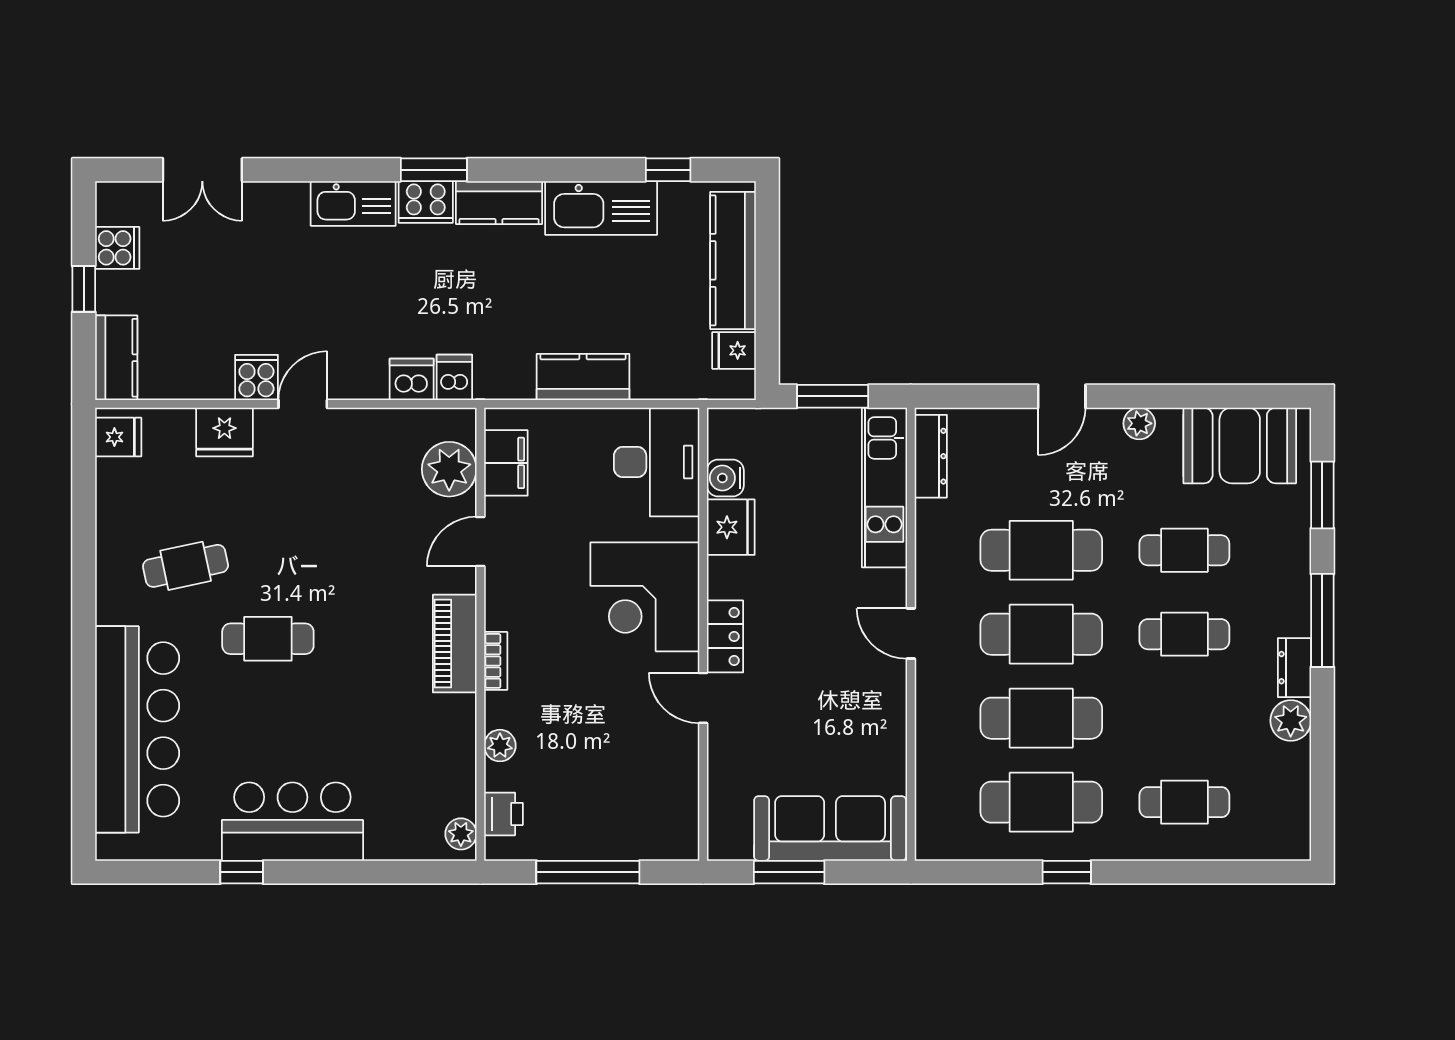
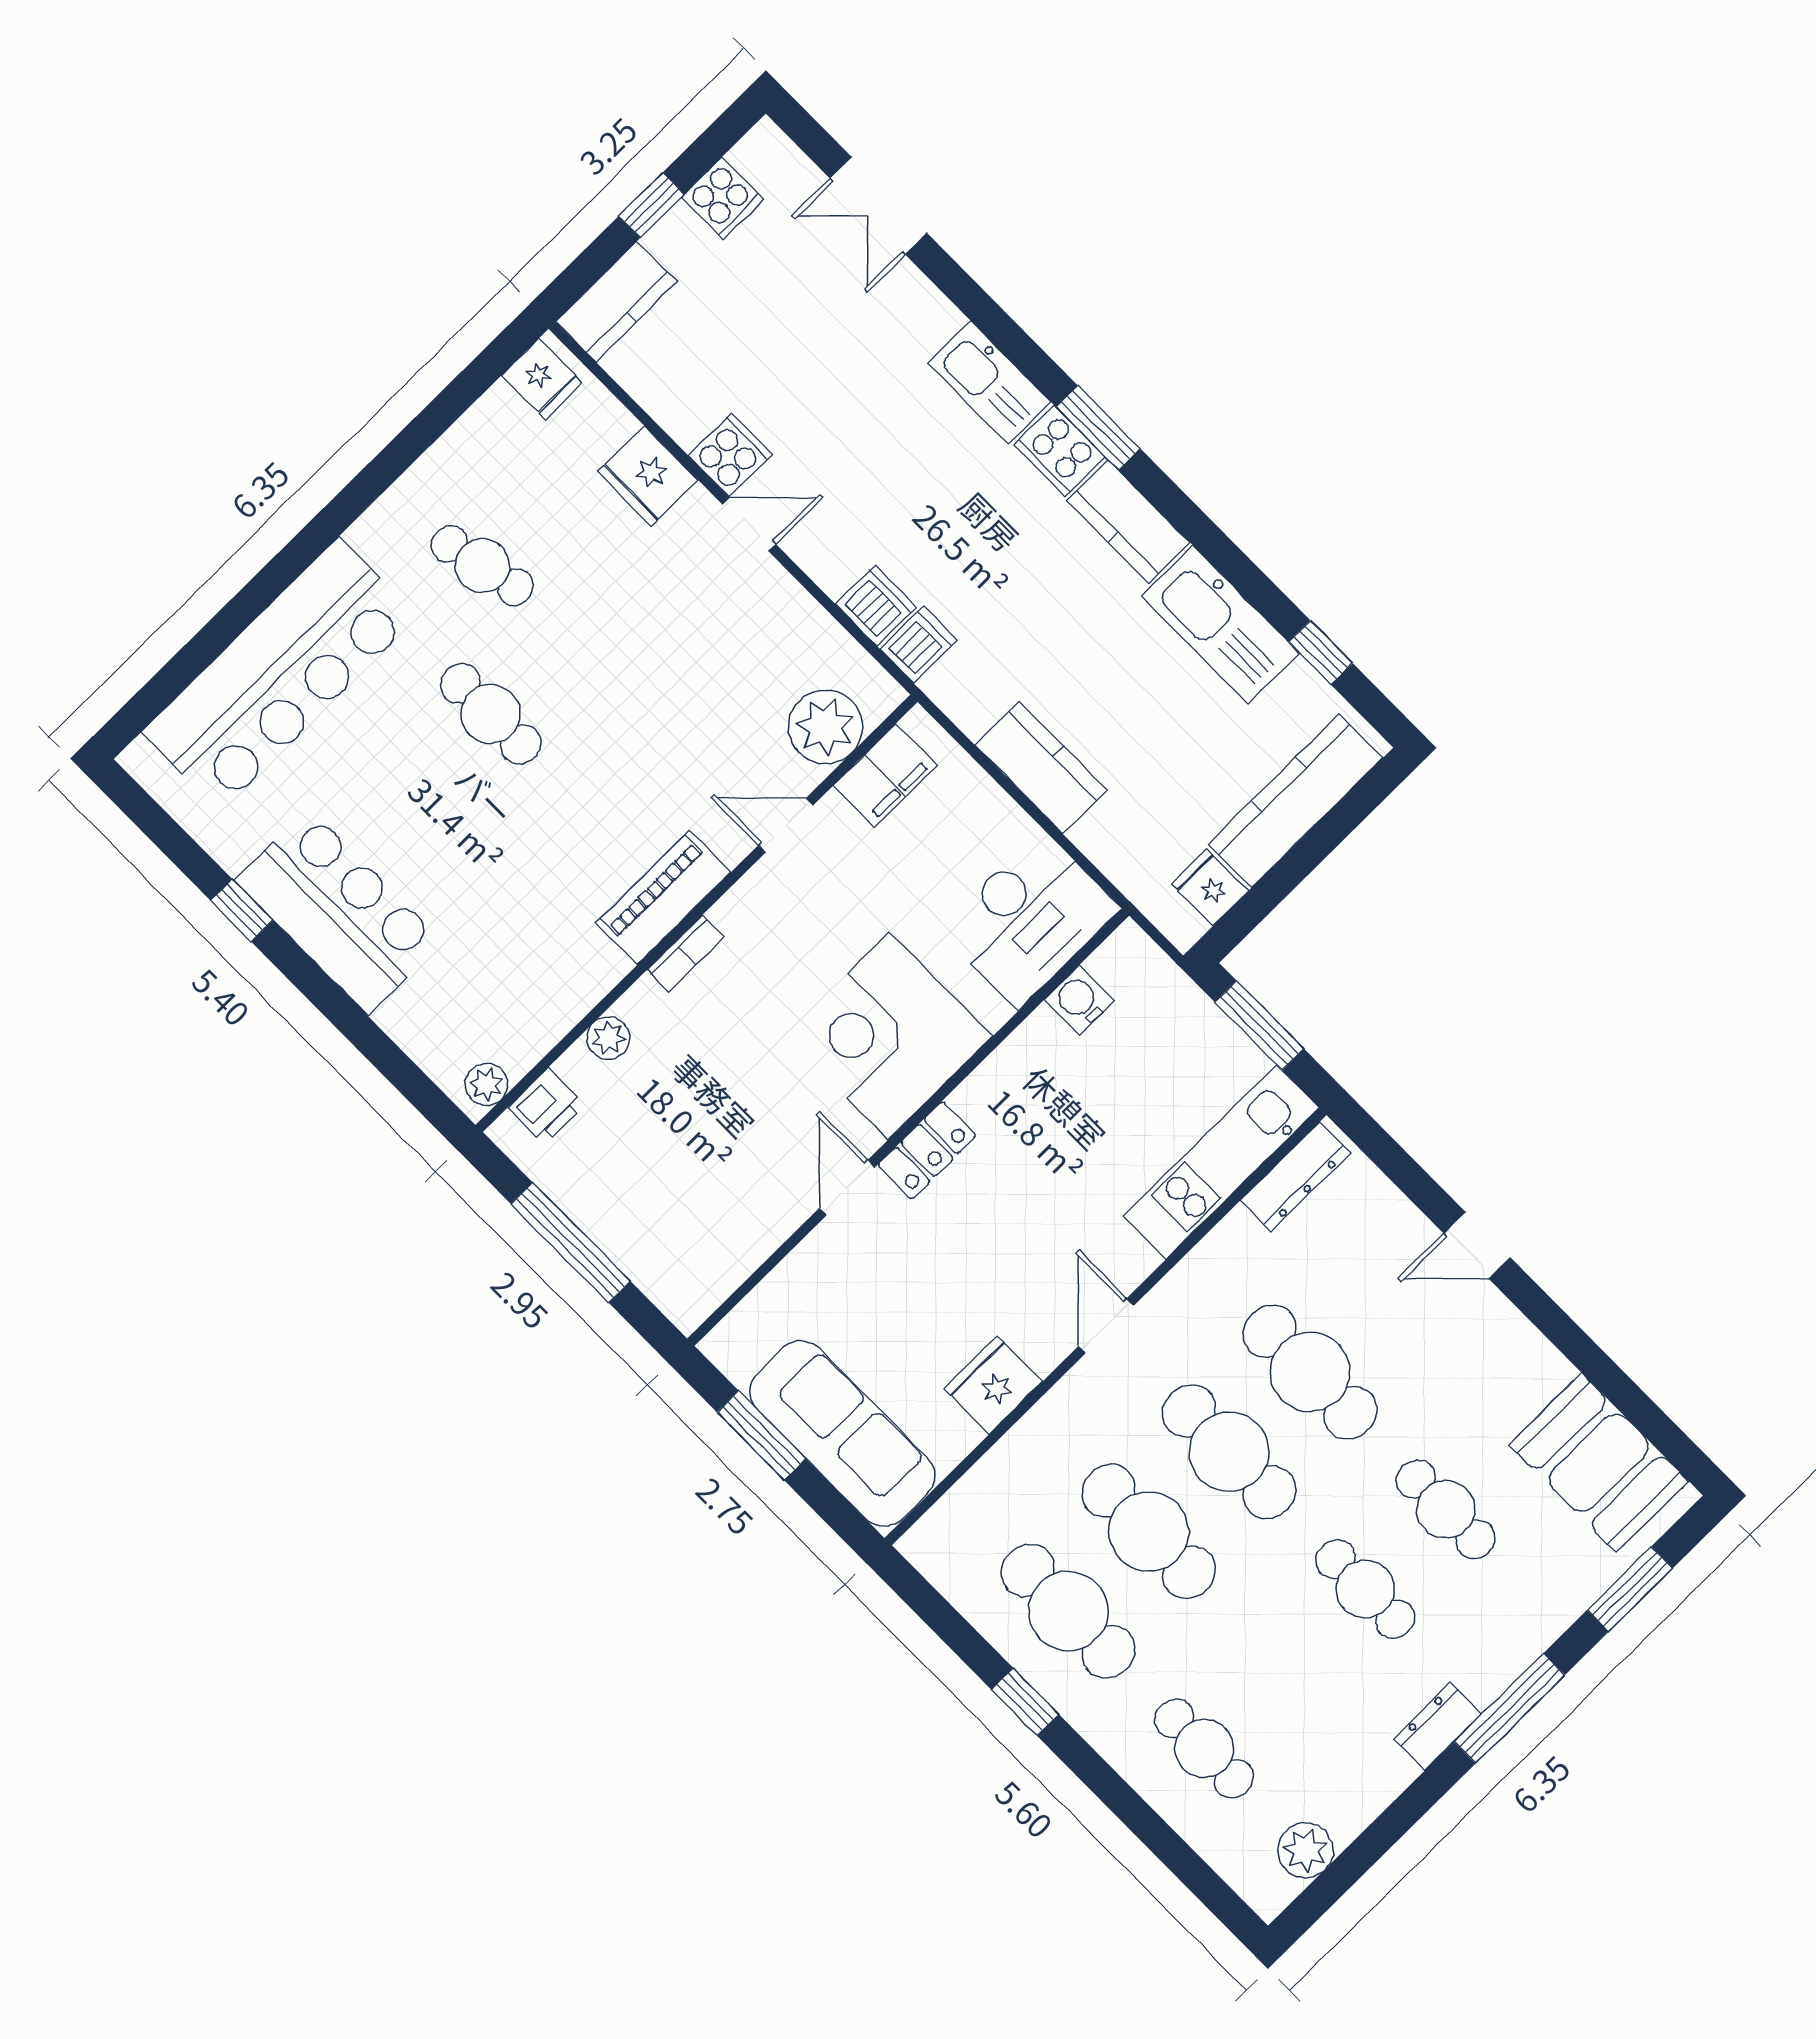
plant: (1139, 423) -> (1524, 1345), removed
fridge: (731, 527) -> (993, 1385), moved, turned 180
plant: (1291, 721) -> (1305, 1850), moved

